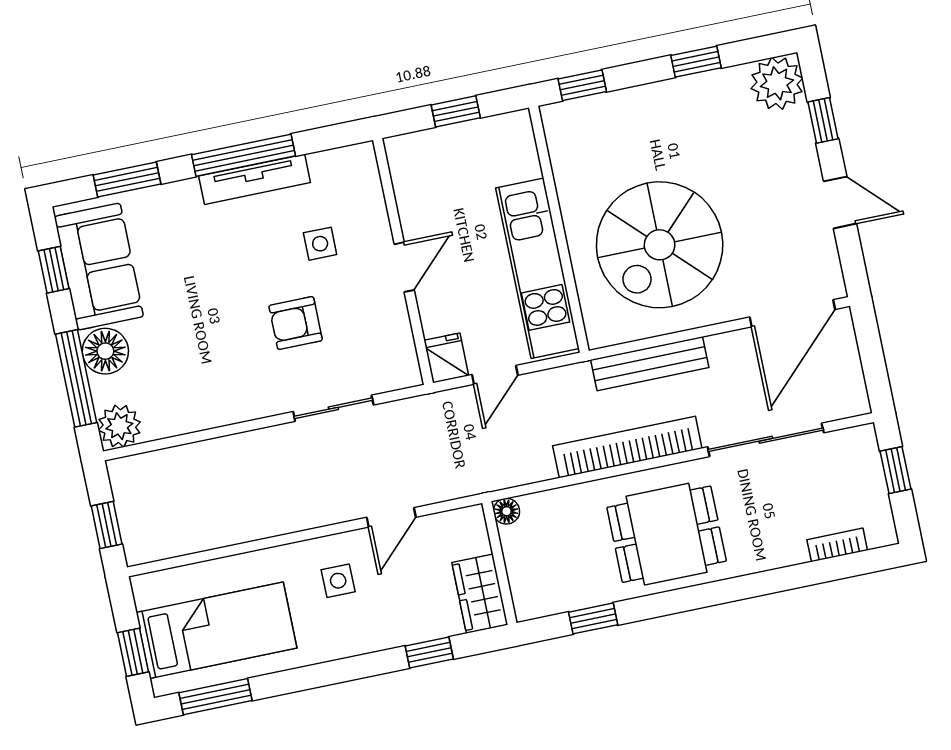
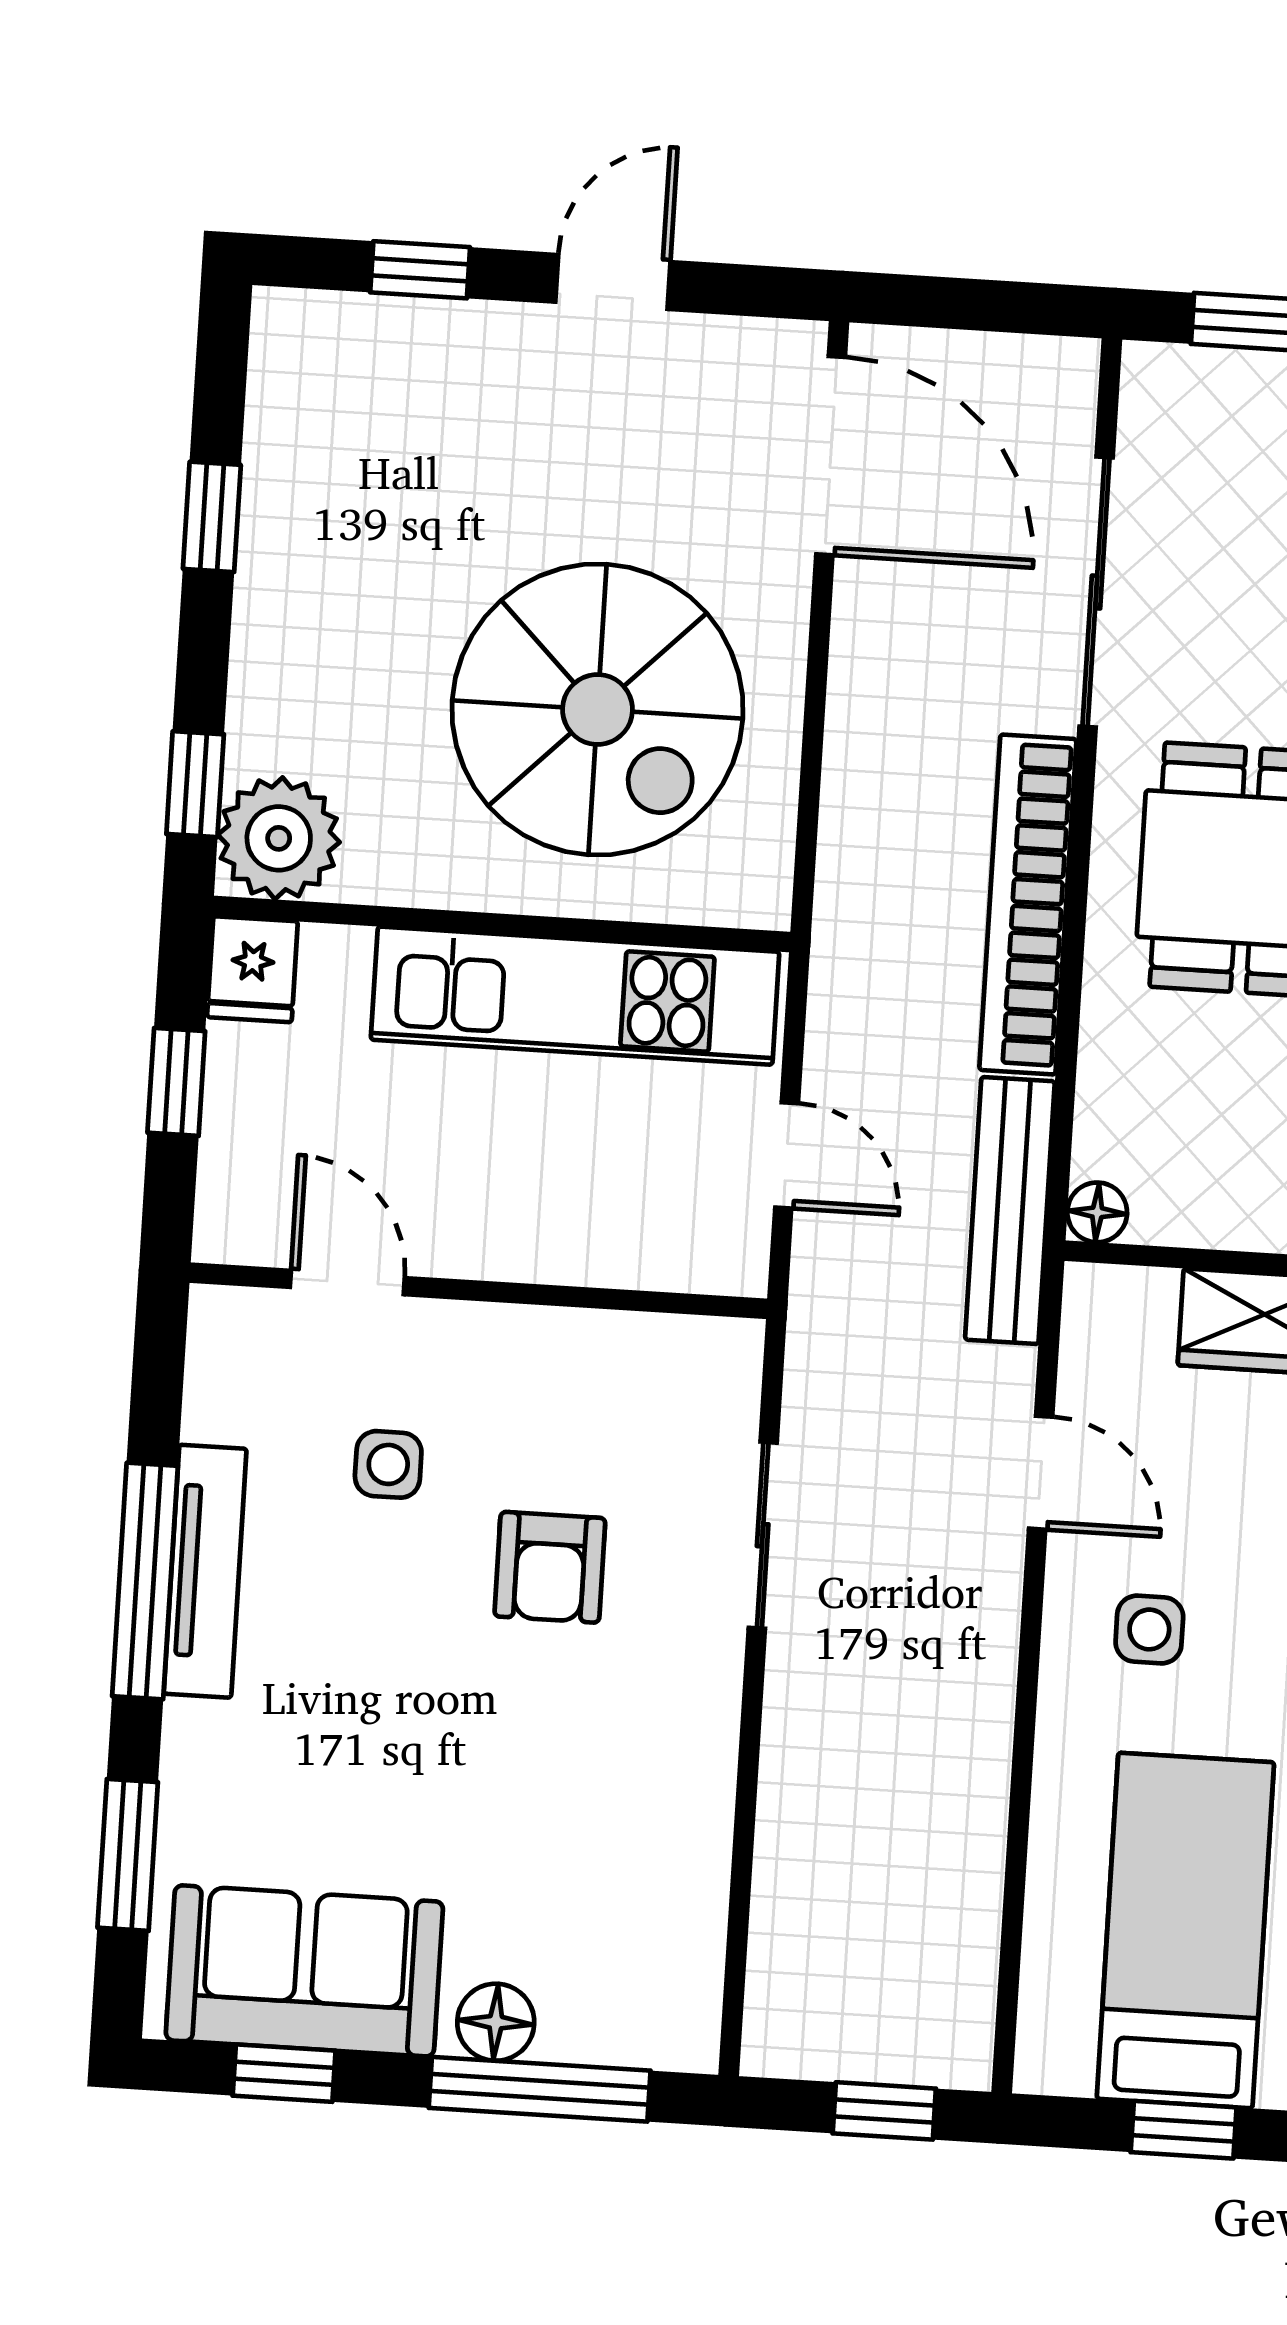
plant: (777, 83) -> (279, 838), moved
door: (404, 267) -> (347, 1283), moved
floor lamp: (105, 351) -> (496, 2022), width x0.73, depth x0.73
fridge: (446, 358) -> (252, 969), moved, turned -90
bench: (650, 364) -> (1010, 1211), moved
plant: (119, 426) -> (672, 2022), removed

